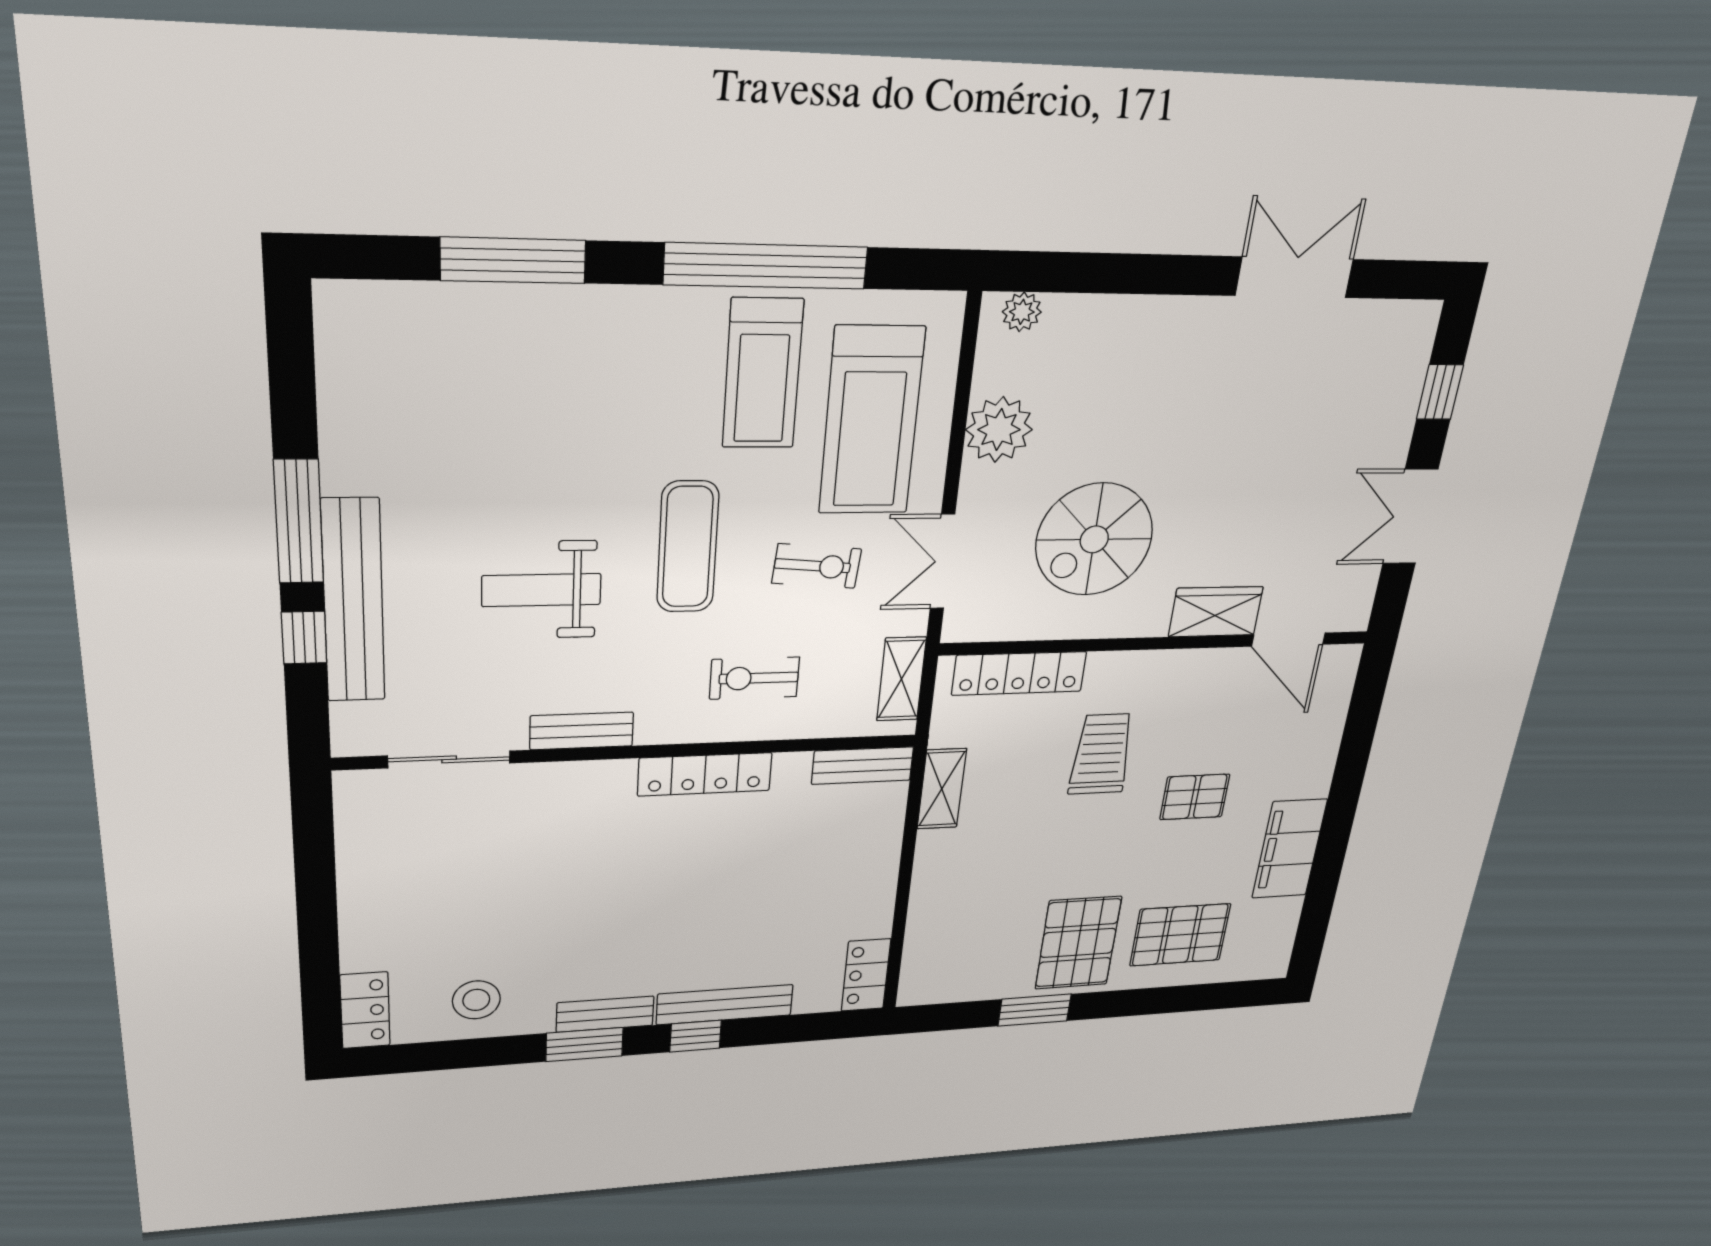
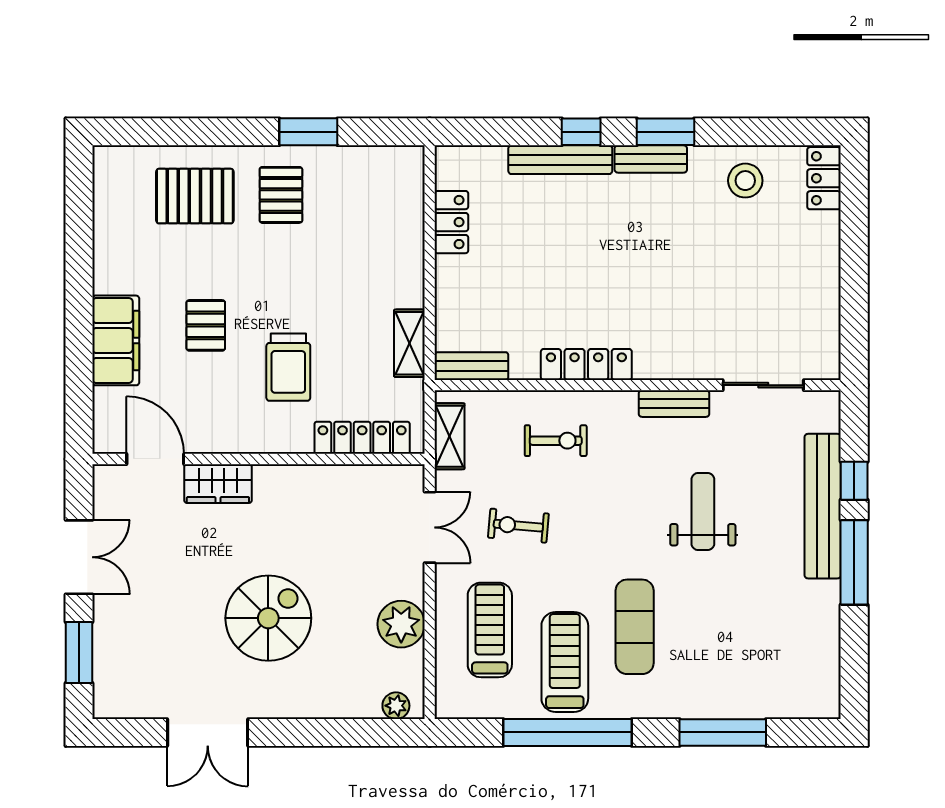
window: (1440, 392) -> (79, 652), width x1.50
treadmill: (871, 421) -> (490, 630), width x0.73, depth x0.73
spiral stairs: (1094, 539) -> (268, 618), moved
exercise mat: (688, 547) -> (635, 627), moved
weight bench: (541, 590) -> (703, 512), turned -90
pallet: (1195, 797) -> (206, 325), turned 90
filing cabinet: (1289, 849) -> (116, 340), moved
pallet: (1078, 943) -> (281, 195), width x0.67, depth x0.71
locker: (866, 975) -> (451, 222), moved

